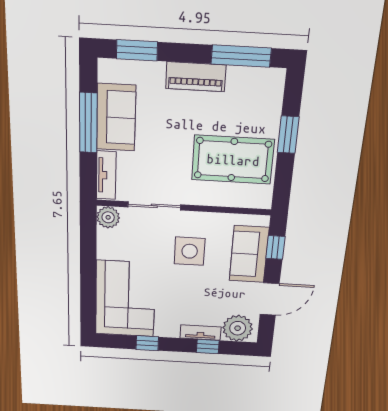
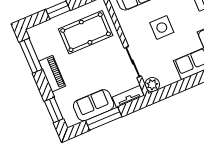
pool table: (233, 160) -> (86, 32), turned 90
side table: (190, 251) -> (162, 28), moved

